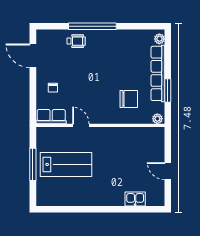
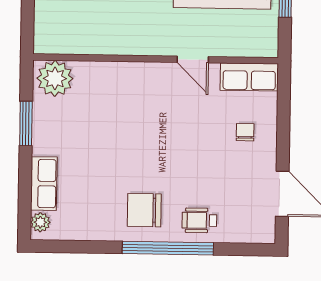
row of seats: (158, 73) -> (44, 184), width x0.50
chair: (129, 99) -> (144, 210), moved
plant: (157, 119) -> (55, 78), width x1.88, depth x1.88

